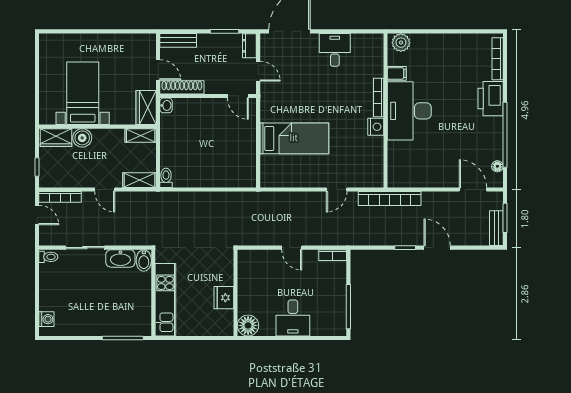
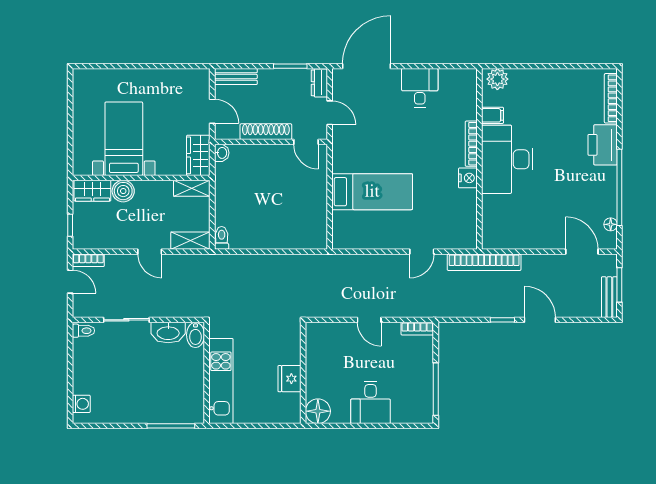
shoe rack: (182, 87) -> (266, 132), moved
bookcase: (60, 197) -> (88, 260), width x0.64

